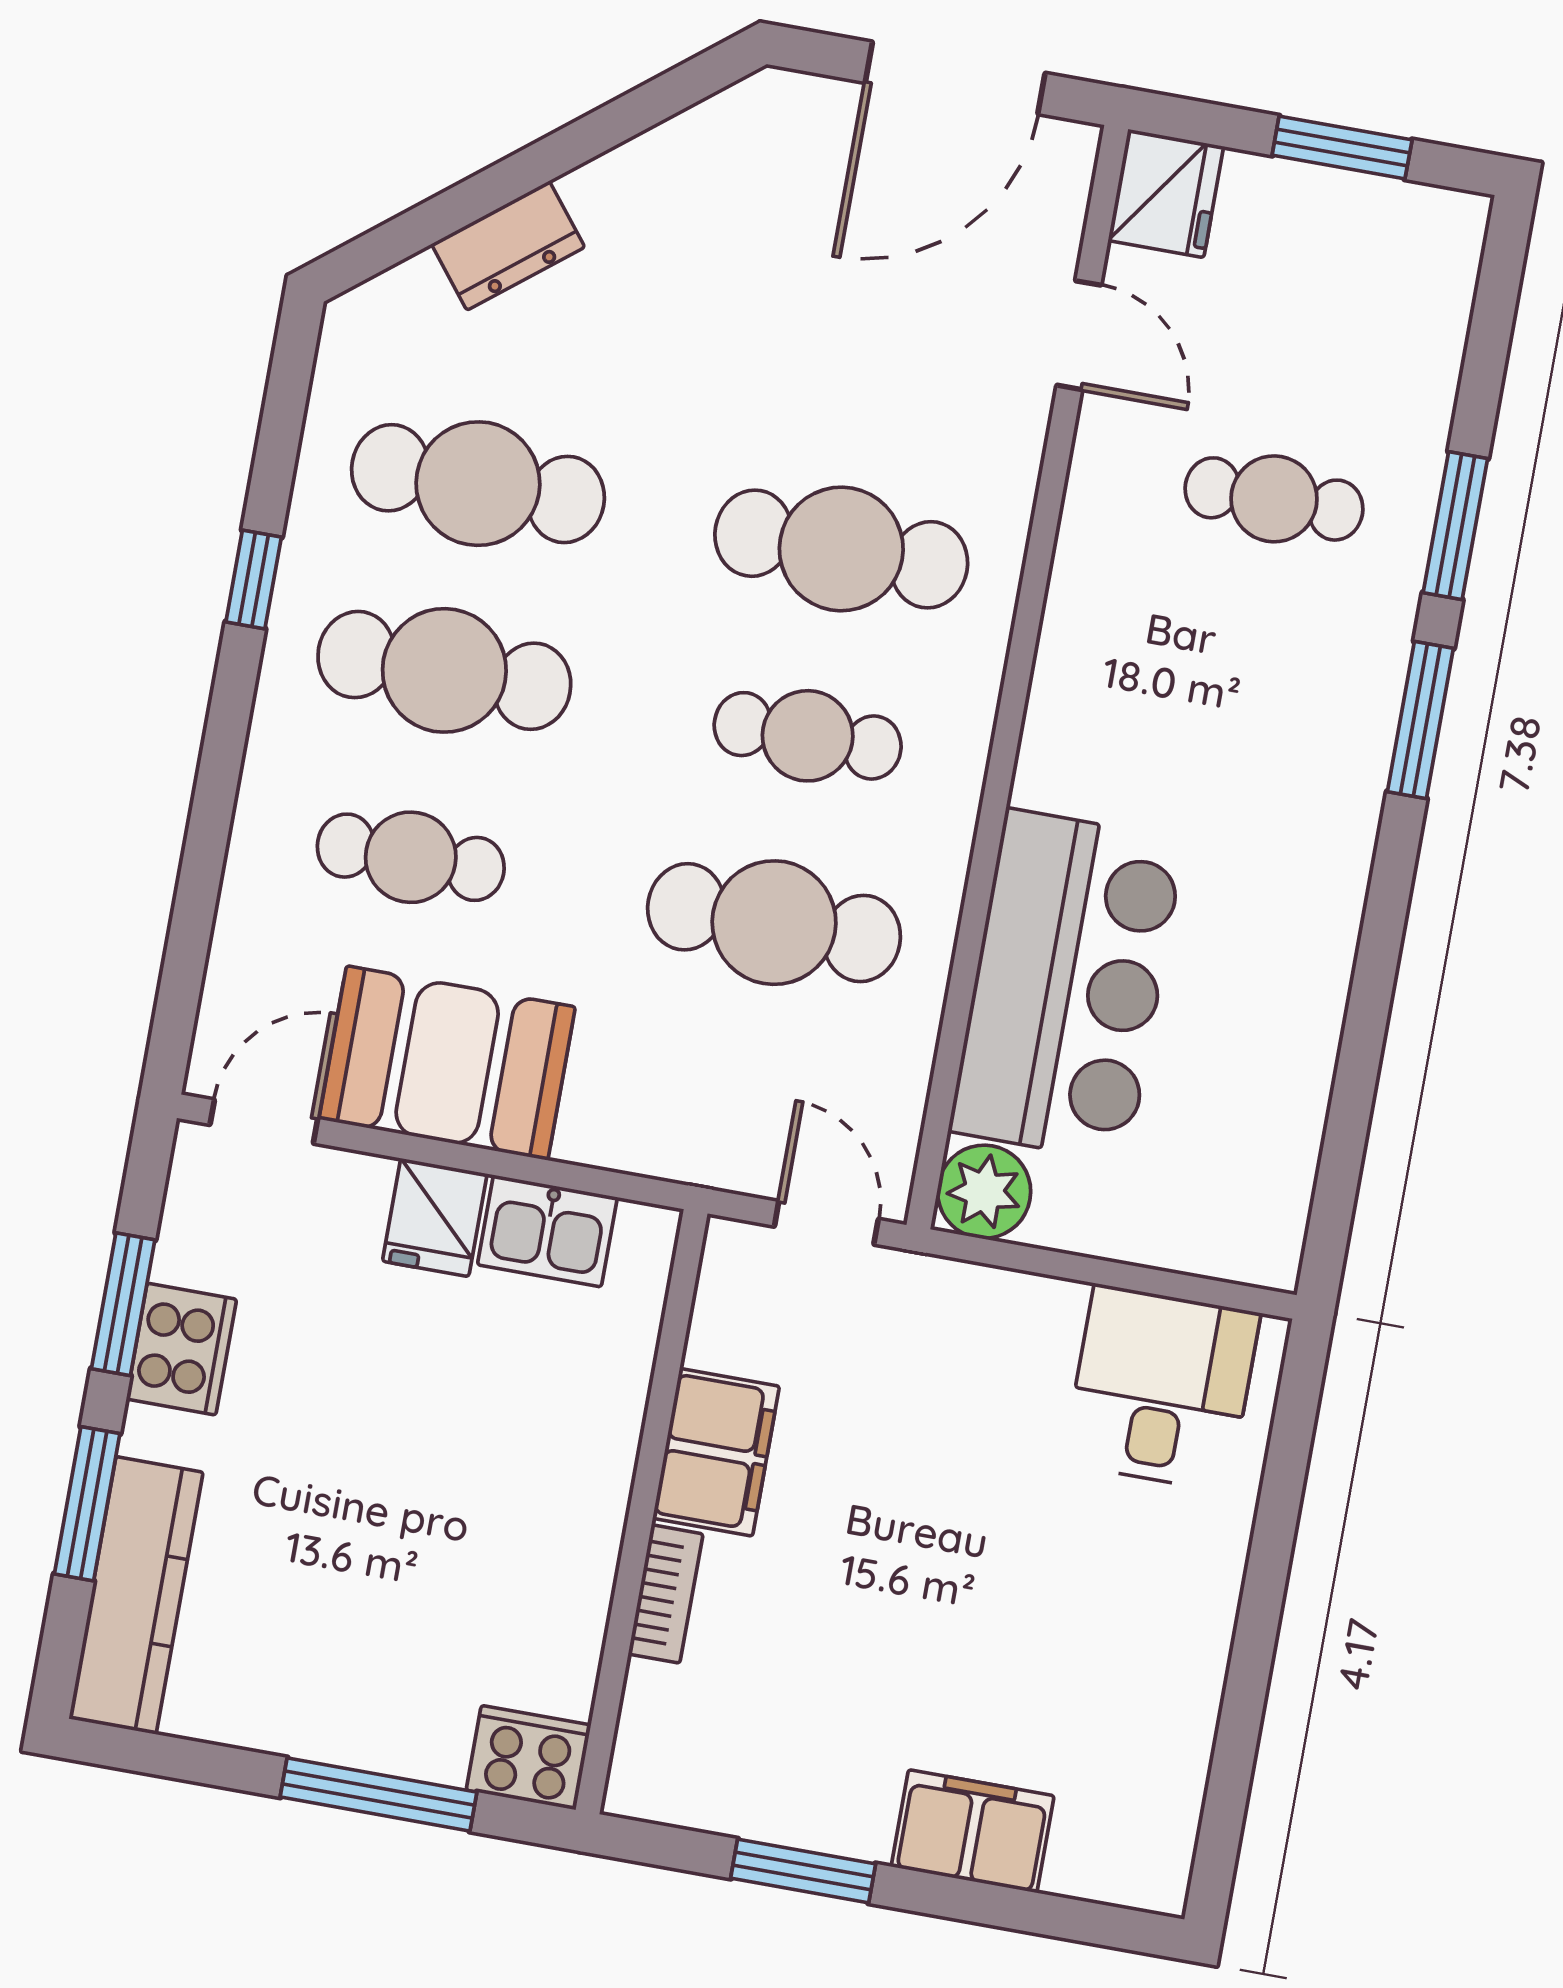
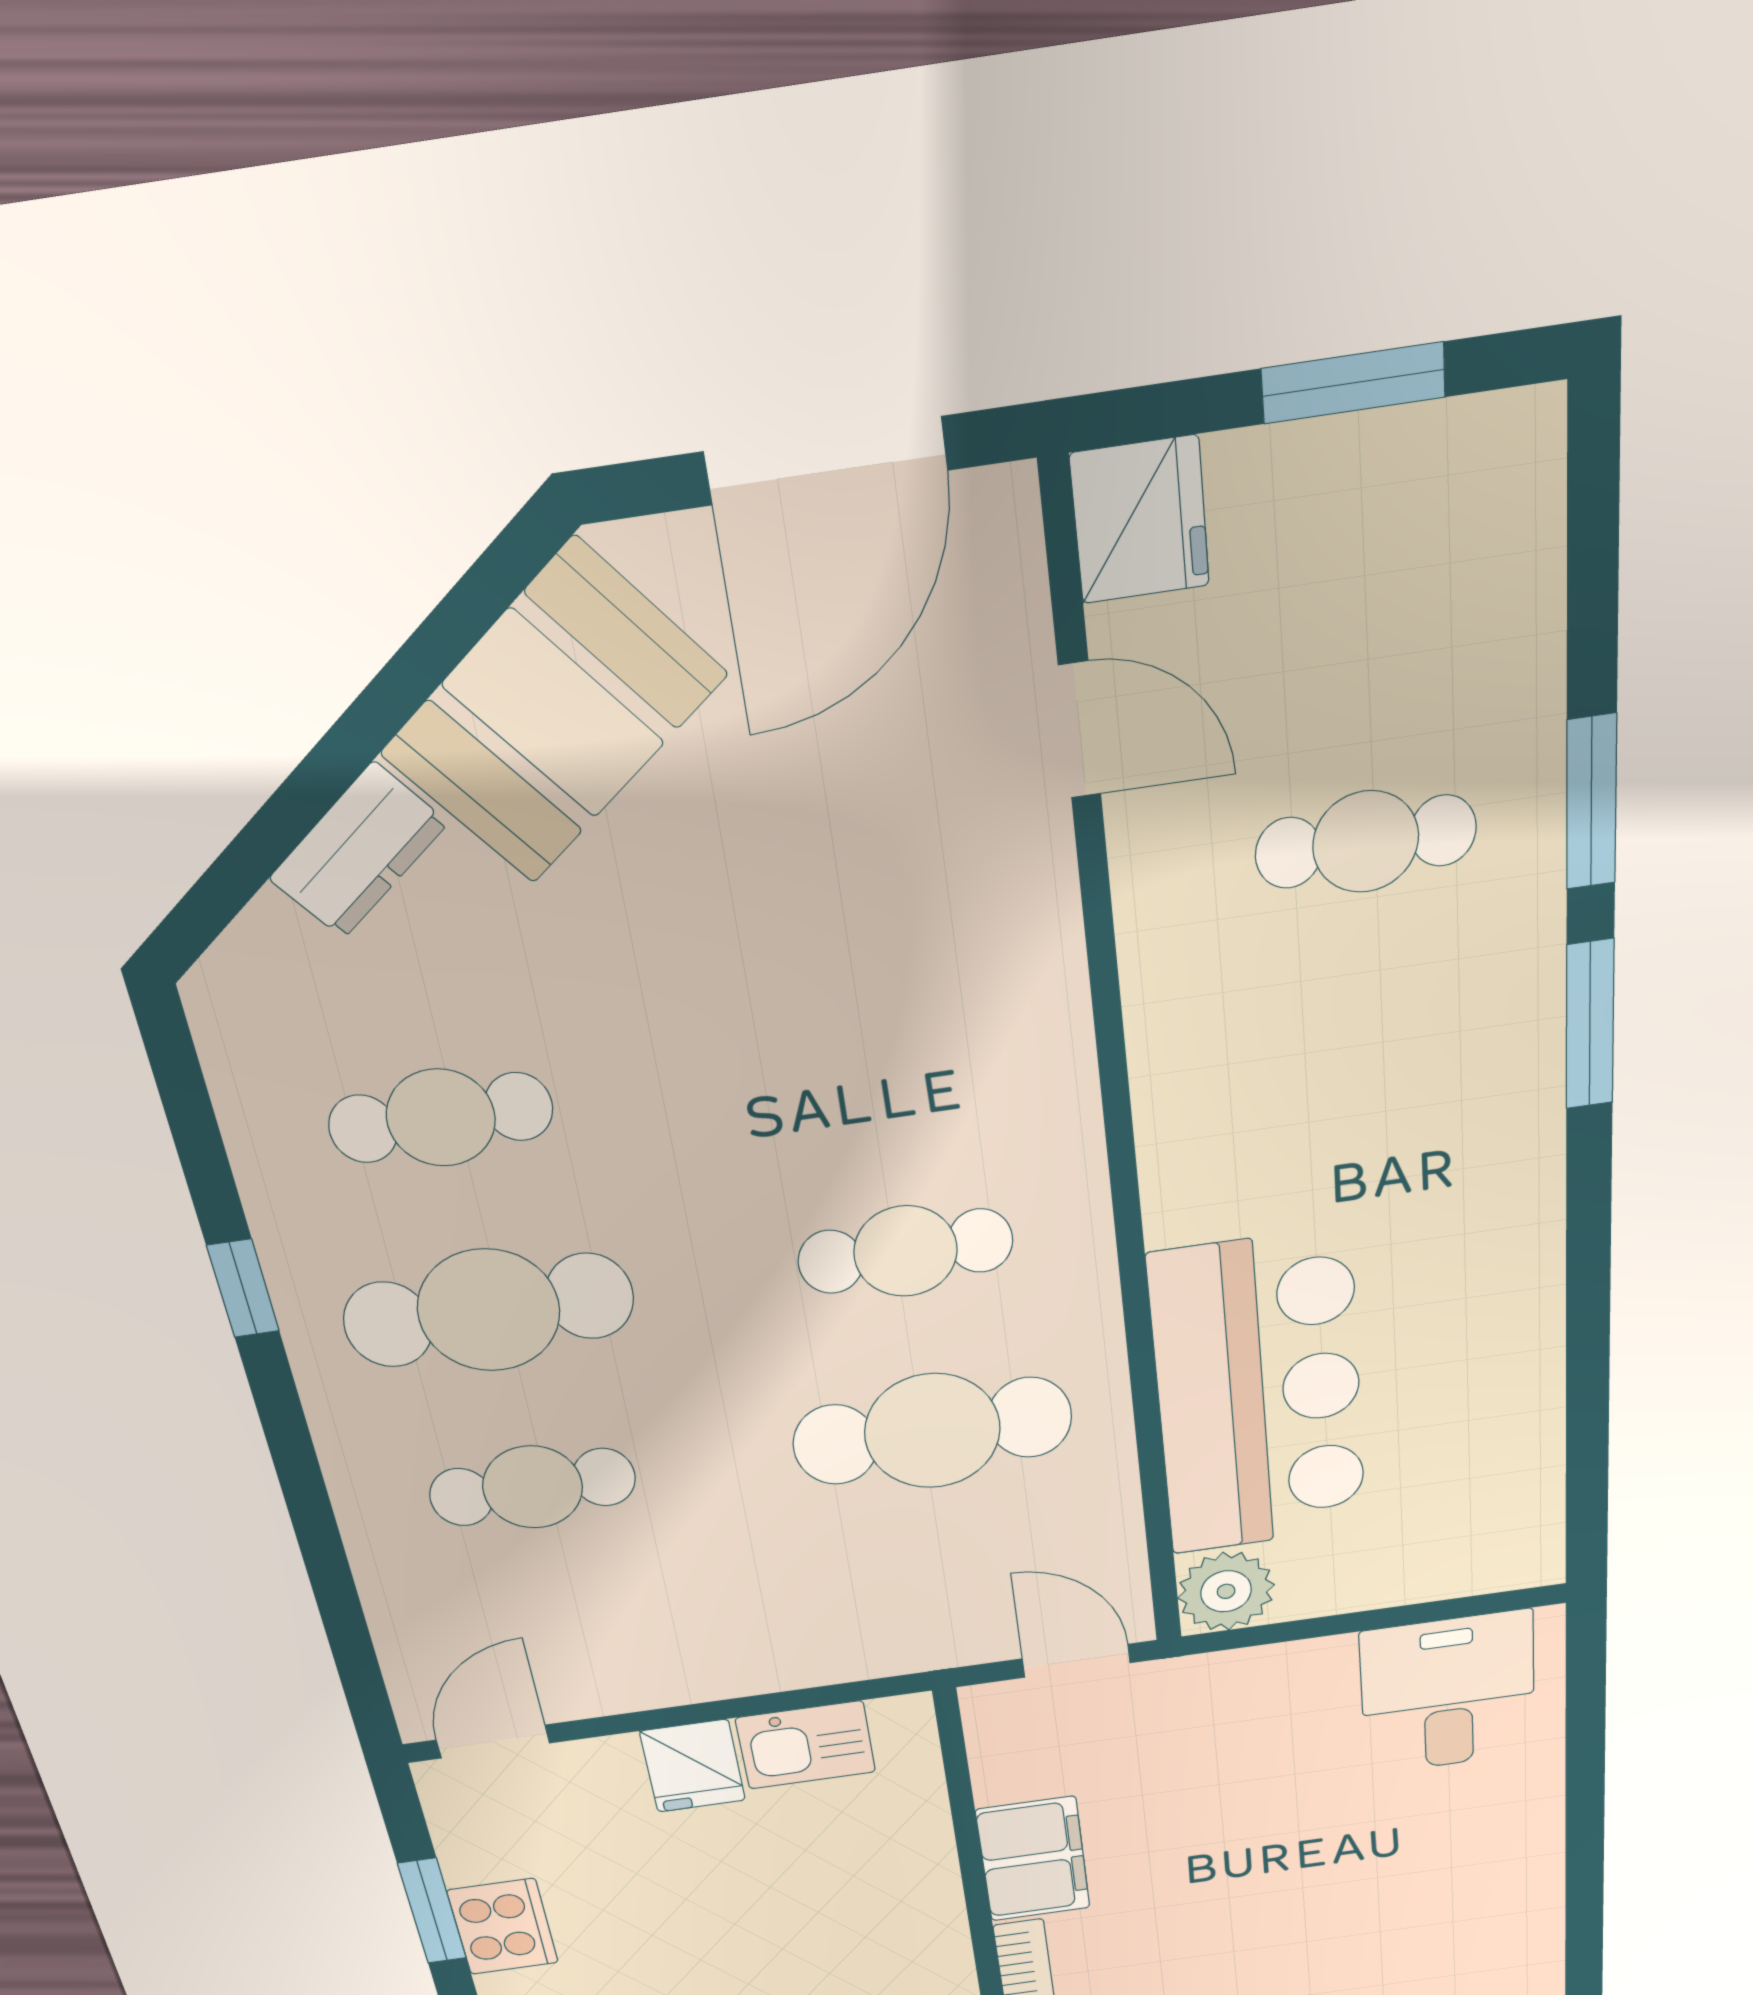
cafe table: (478, 484) -> (441, 1118), width x0.73, depth x0.74
cafe table: (841, 549) -> (876, 1055), removed
booth: (447, 1063) -> (553, 714), moved, turned -38

